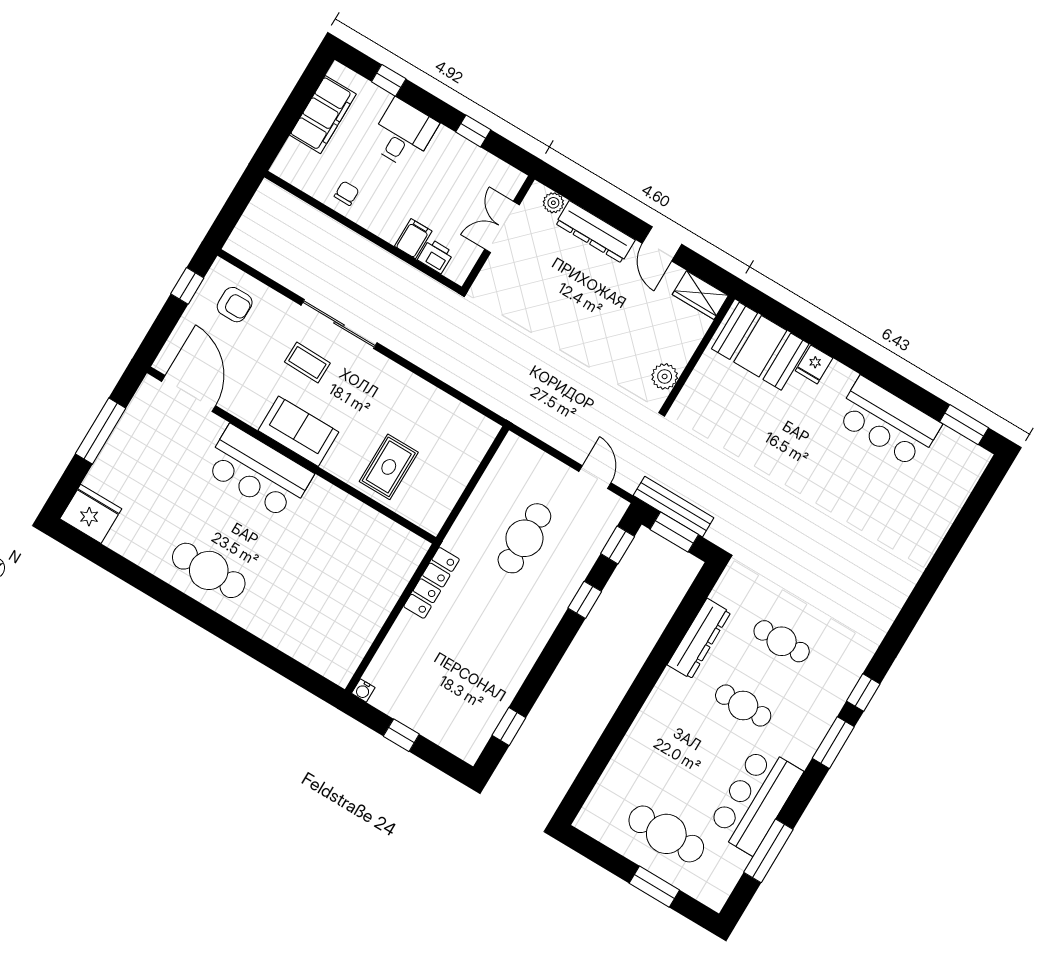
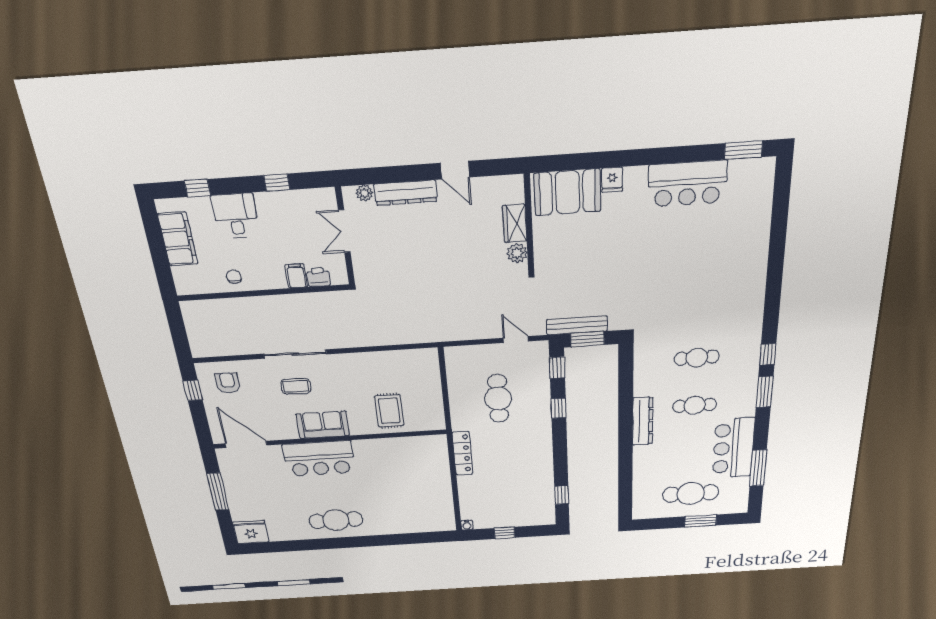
wardrobe: (700, 295) -> (515, 223), moved, turned 90
armchair: (235, 305) -> (228, 383), turned -90
dresser: (699, 639) -> (643, 421), moved

